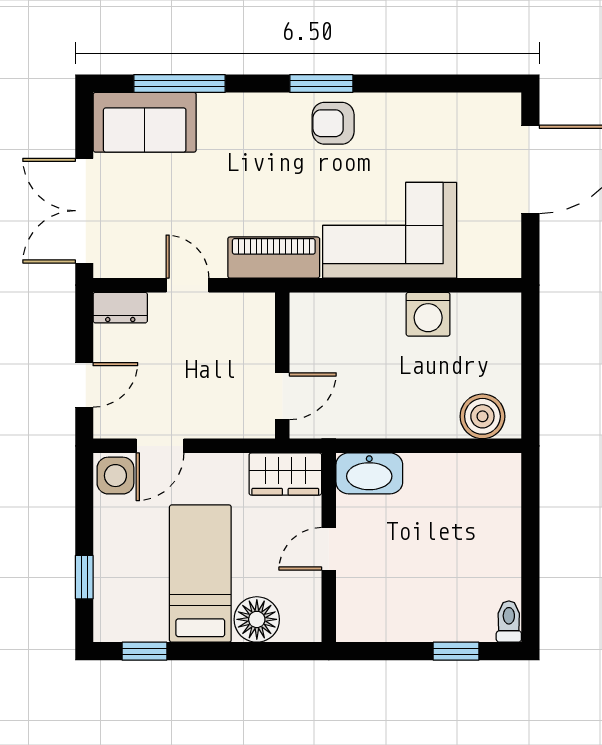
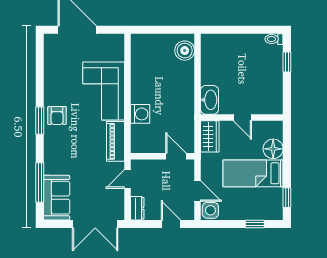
washing machine: (428, 314) -> (140, 114), moved
wall: (282, 366) -> (163, 156), moved
door: (282, 396) -> (176, 156), moved

